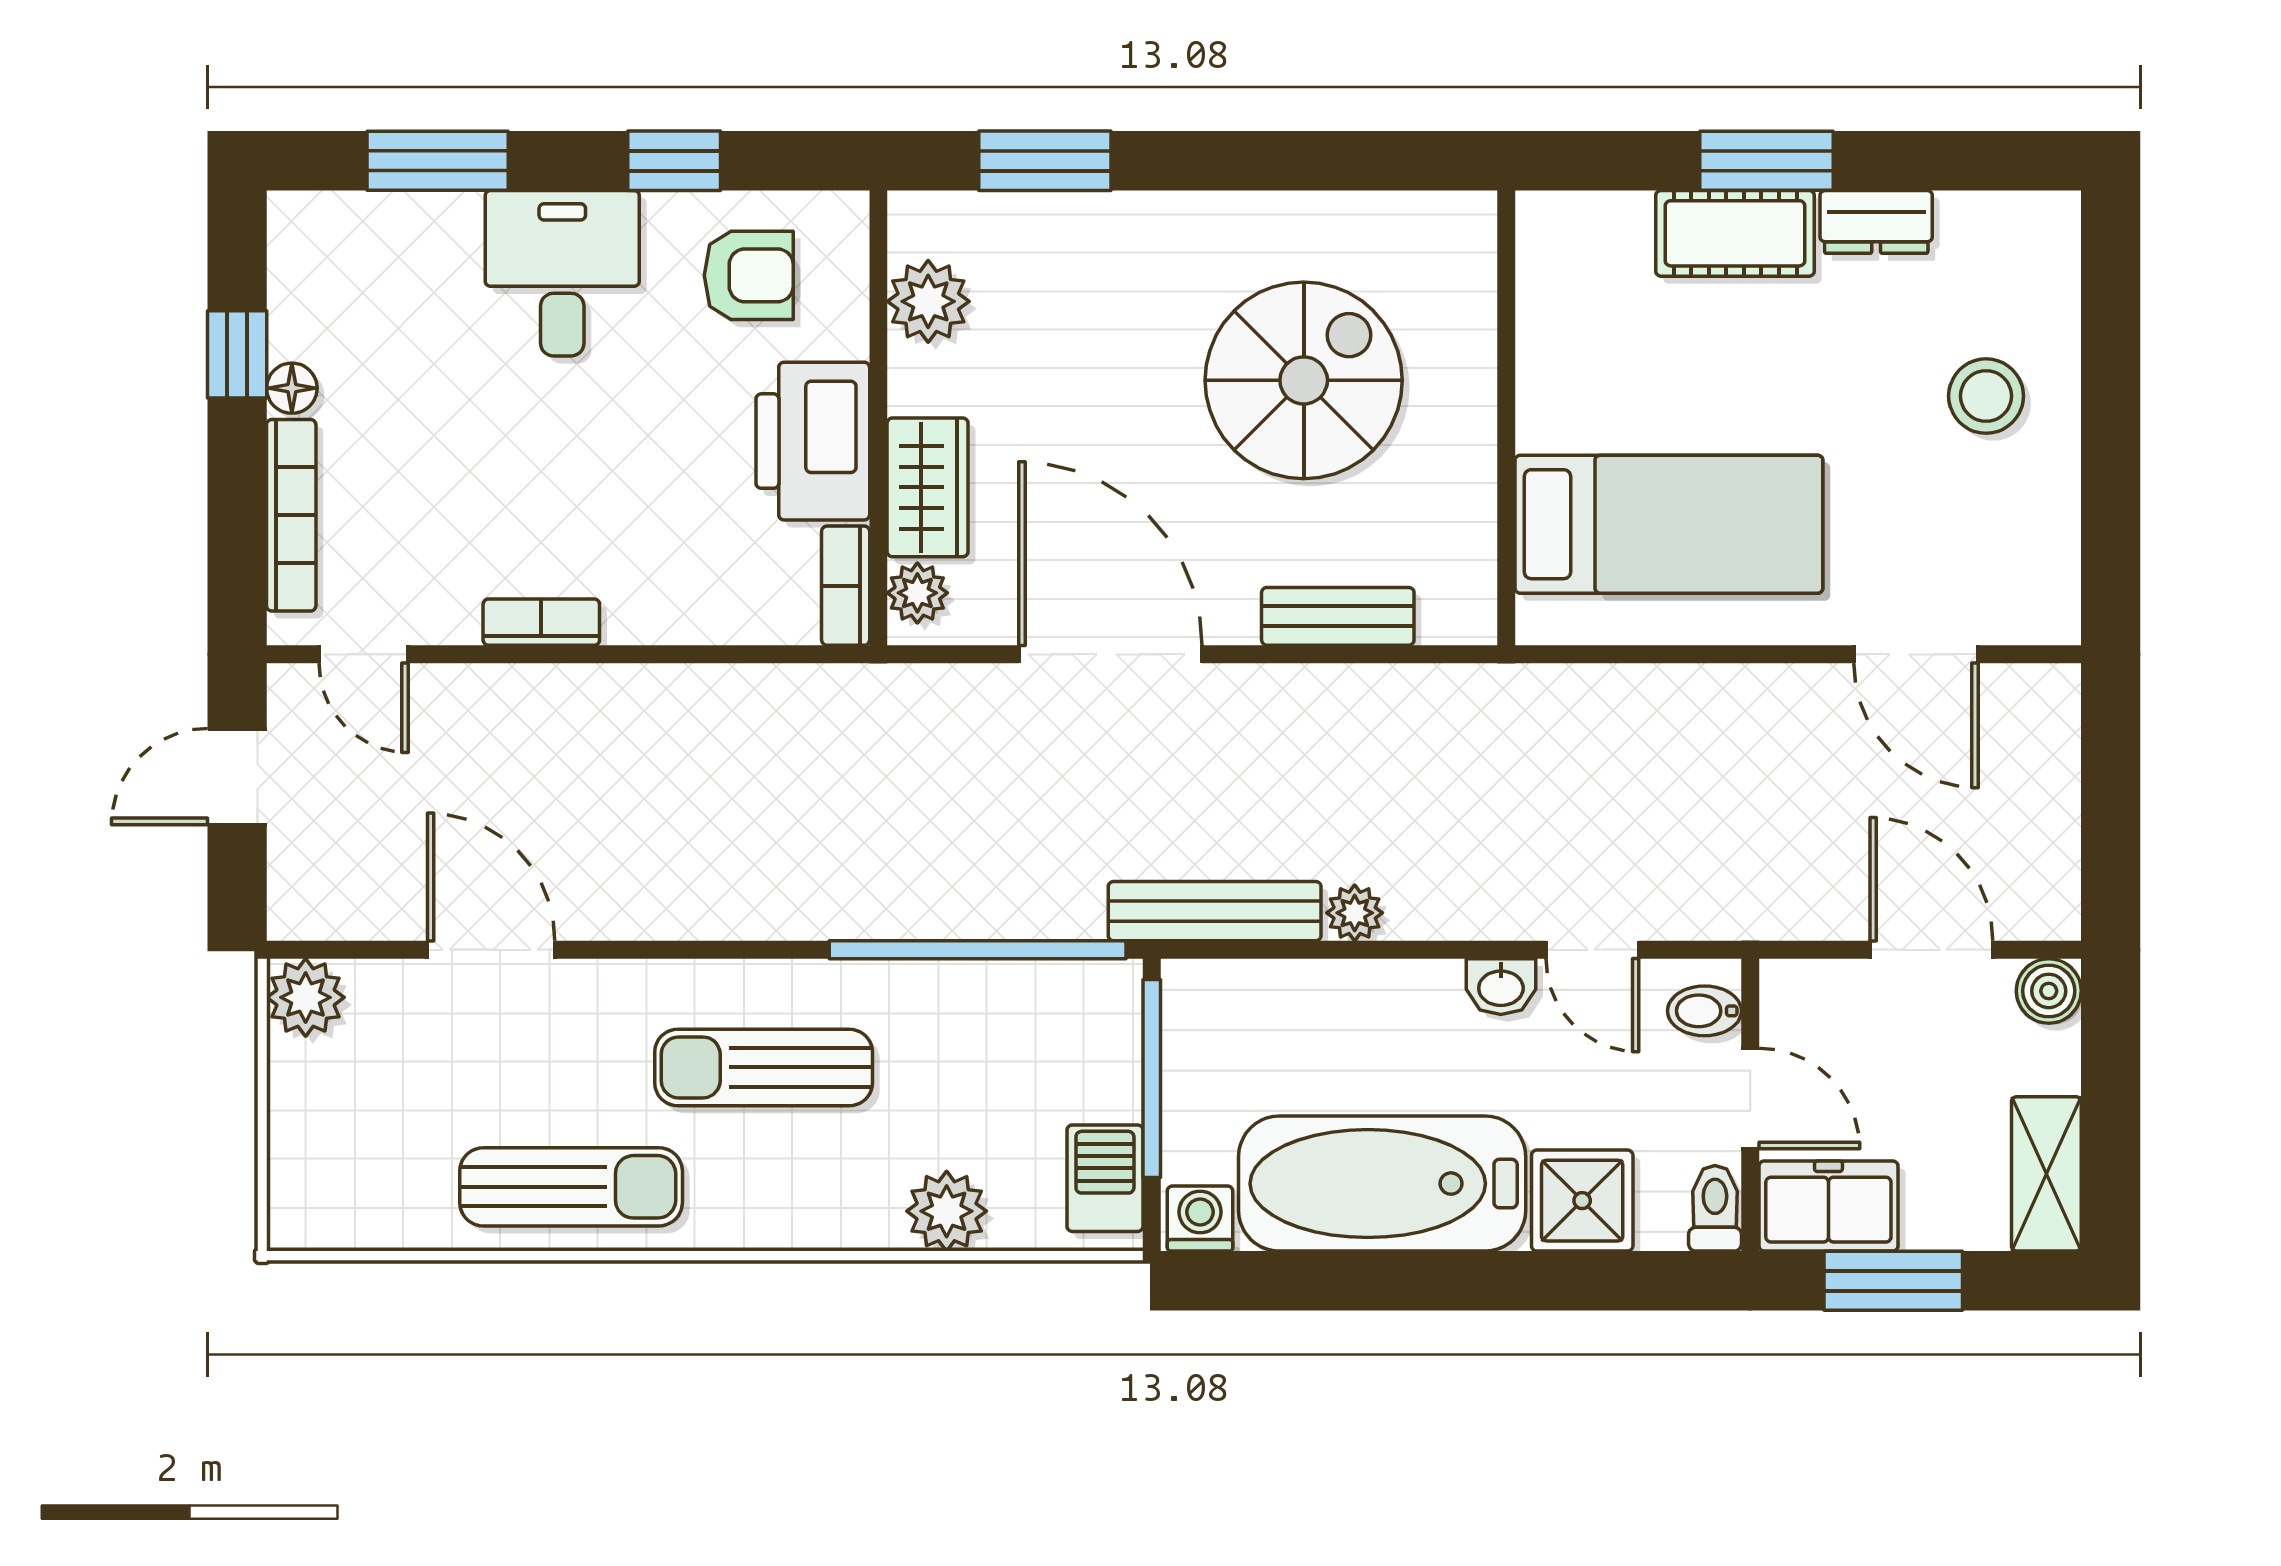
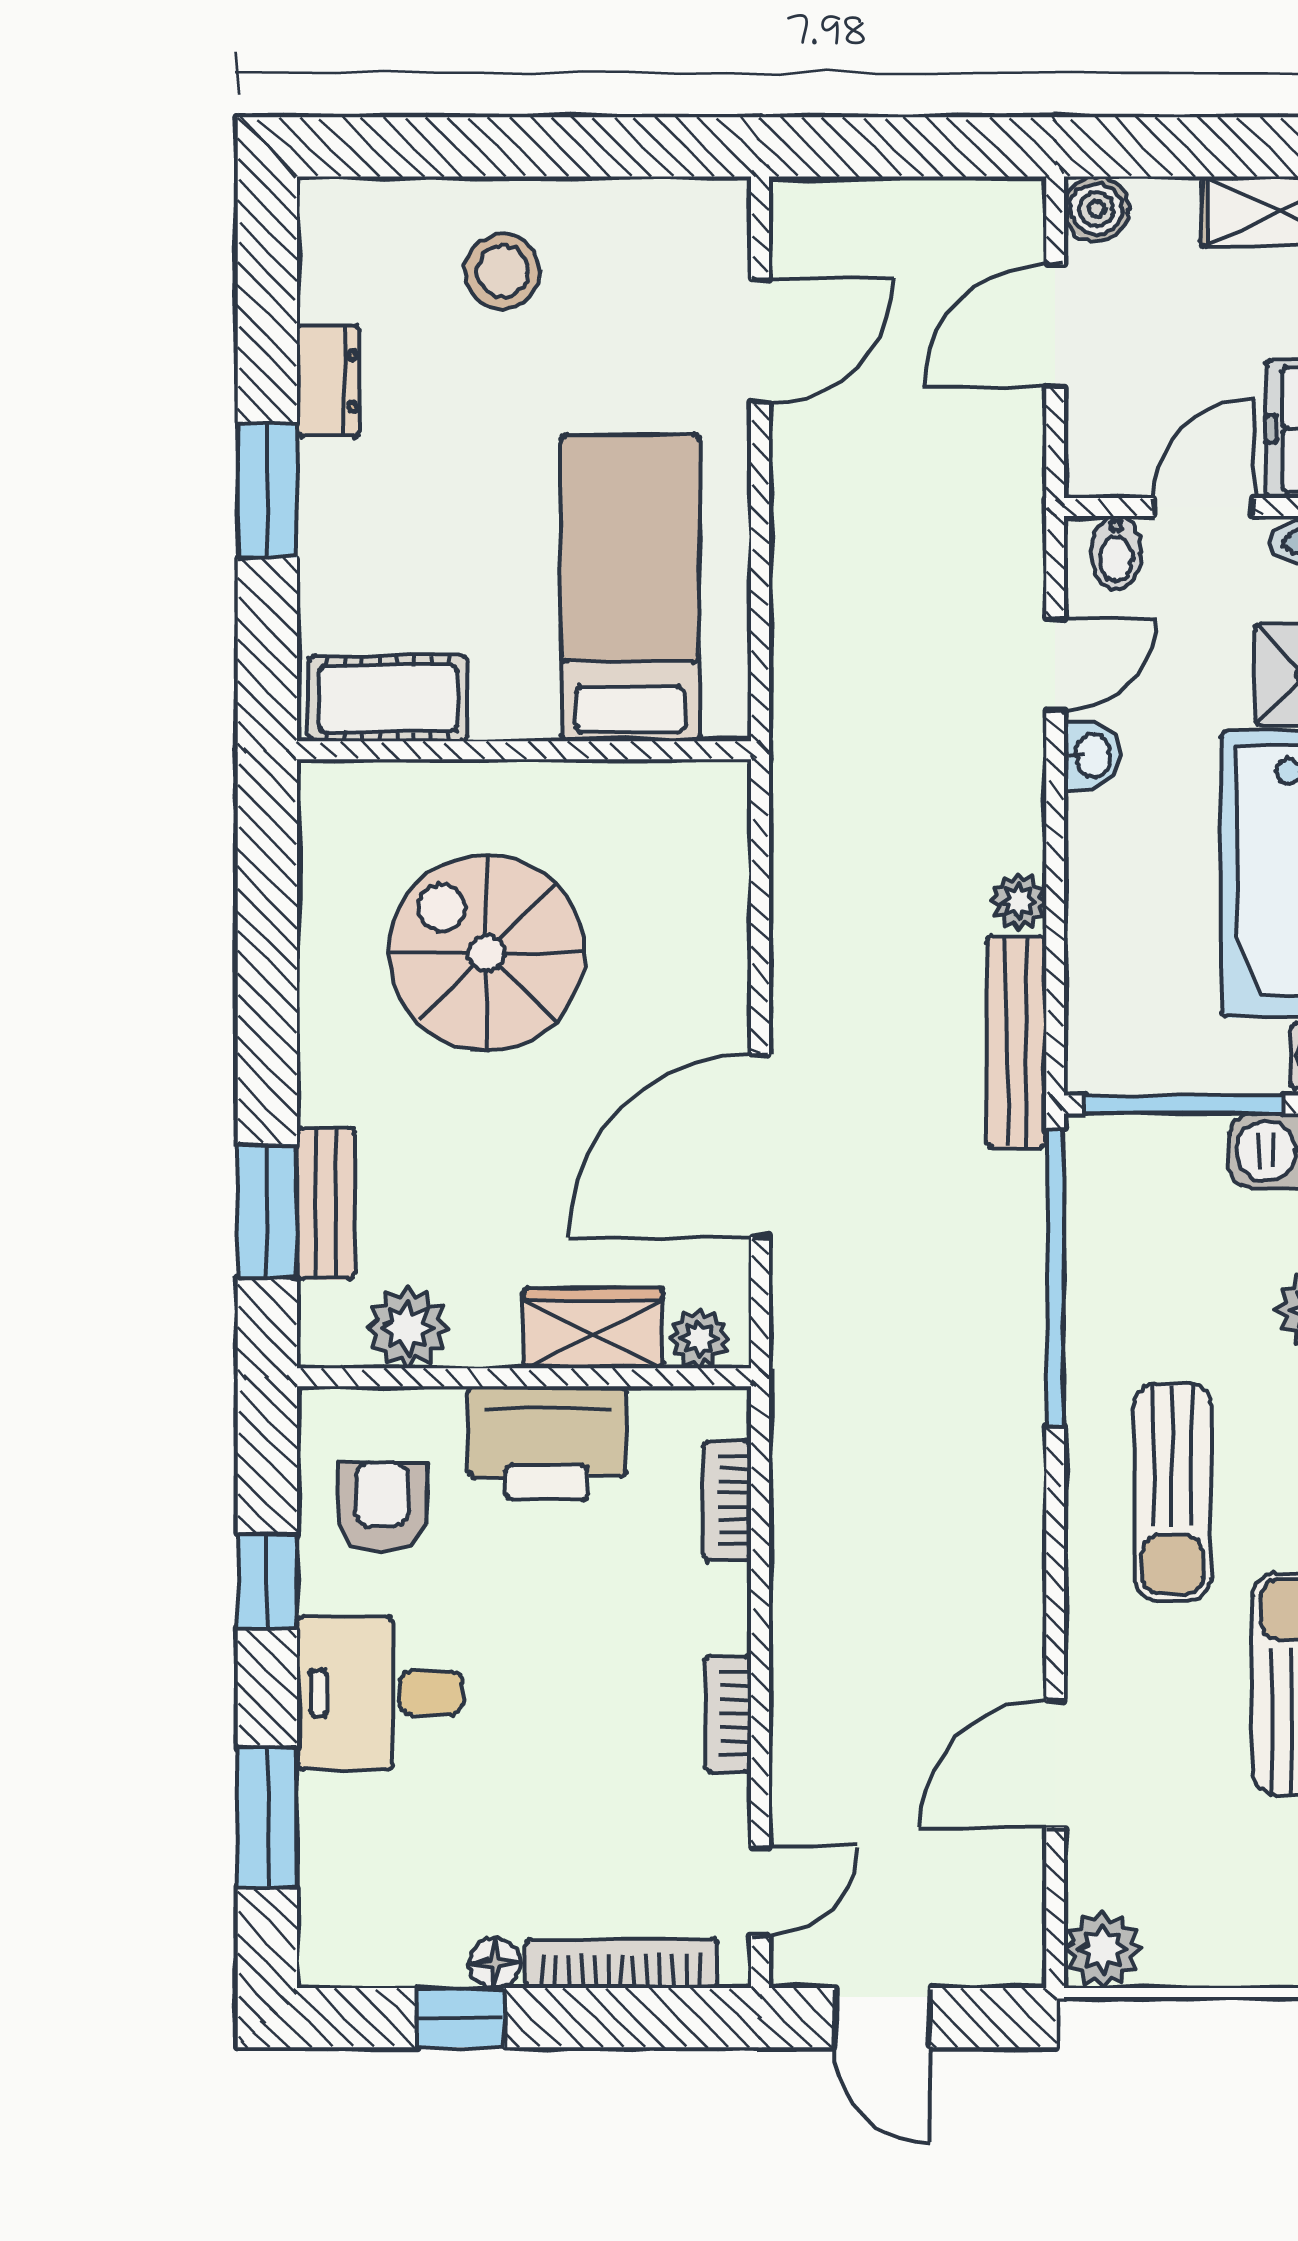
cot: (1735, 233) -> (388, 699), moved, turned 90
bookcase: (846, 586) -> (727, 1501), moved, turned 90
bench: (1338, 616) -> (326, 1204), moved

